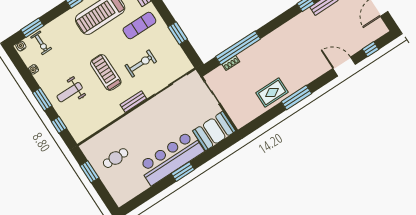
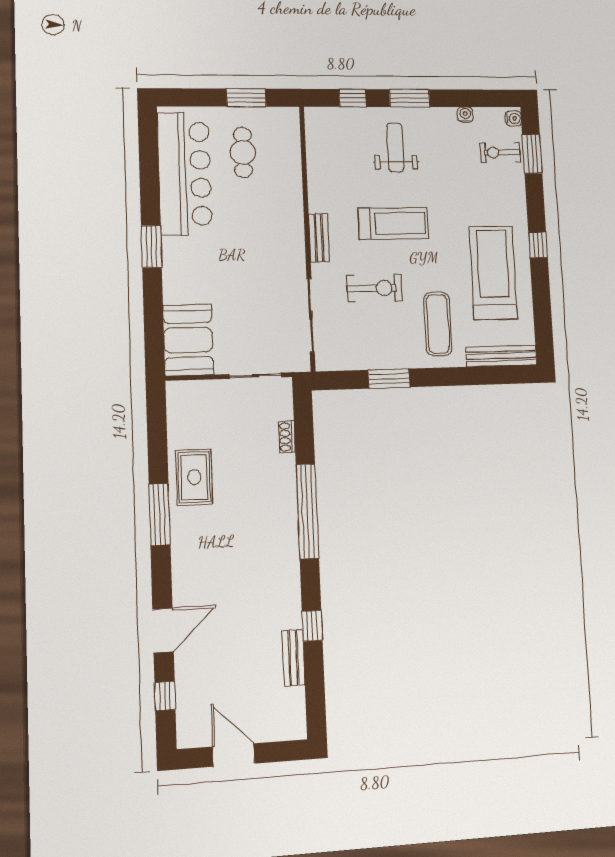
window: (238, 48) -> (307, 511), moved
exercise bike: (141, 64) -> (374, 288), turned -90
bar counter: (171, 158) -> (185, 174), moved

